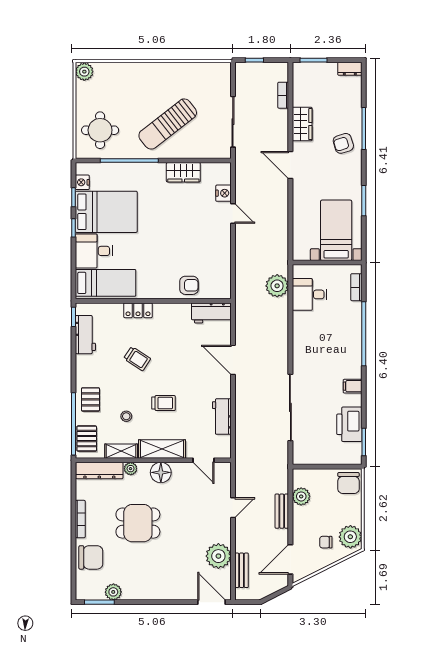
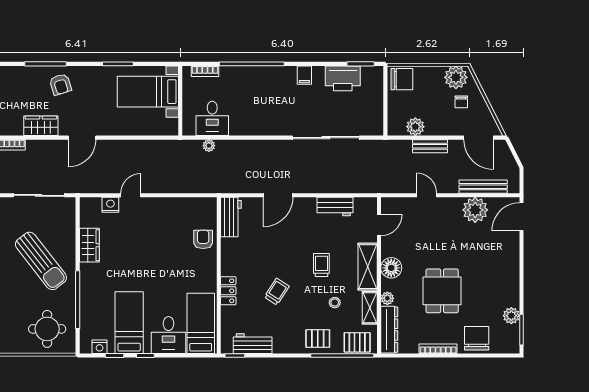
bed: (106, 212) -> (129, 323), width x0.67
plant: (277, 286) -> (209, 146), width x0.53, depth x0.53
bench: (242, 570) -> (483, 187), width x1.36

